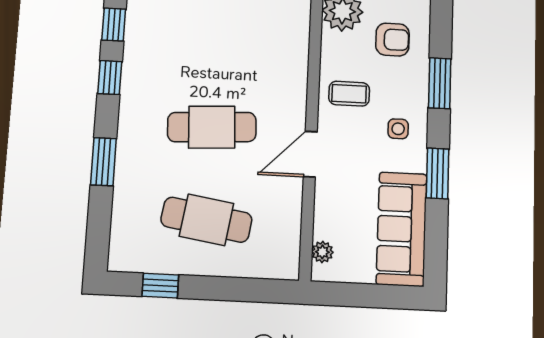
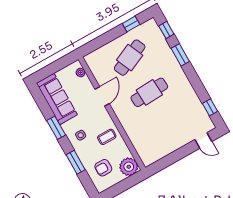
window: (110, 78) -> (166, 30), moved
door: (310, 154) -> (102, 96), moved
cafe table: (206, 220) -> (130, 58), turned -33

